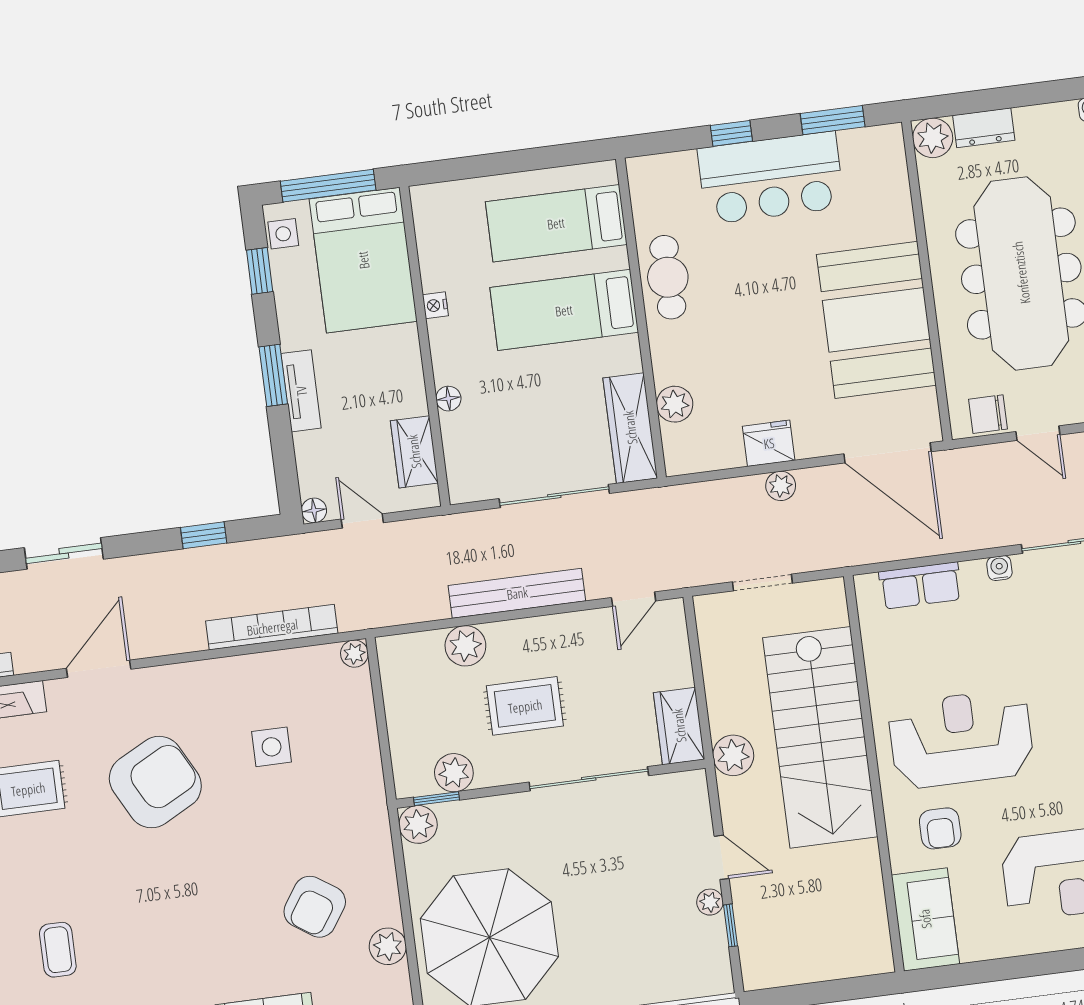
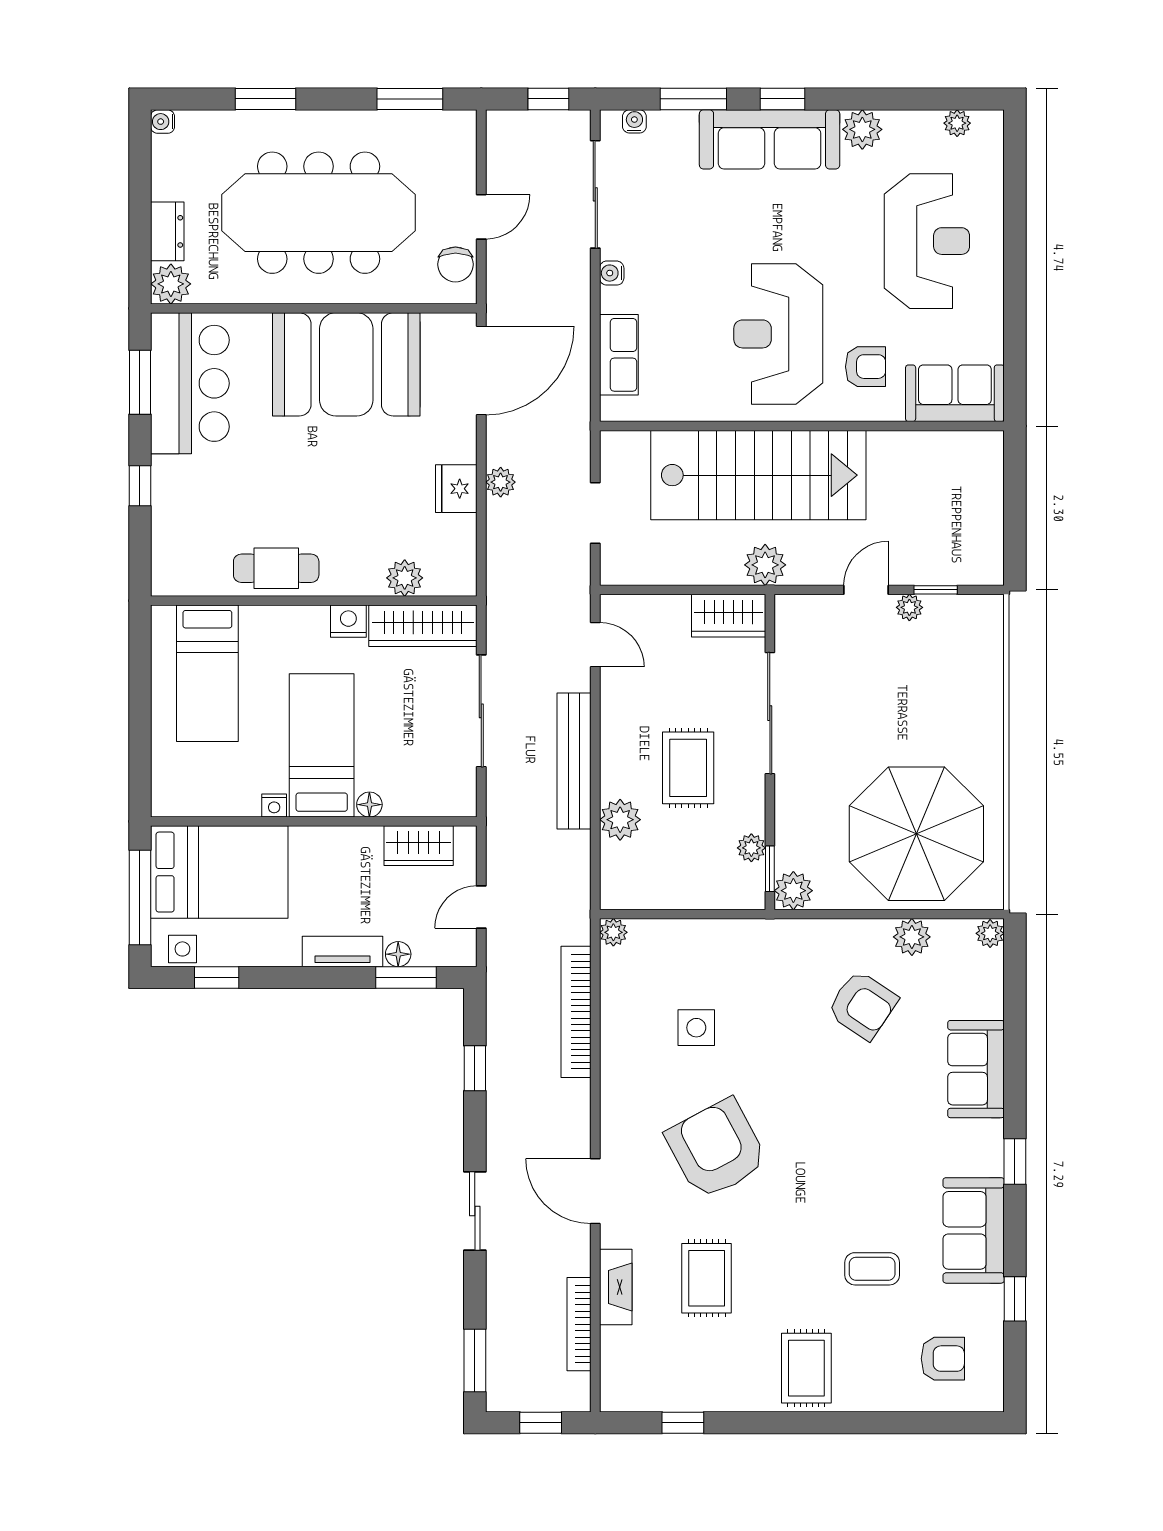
bar counter: (771, 178) -> (190, 383), moved
bed: (564, 310) -> (322, 745), moved, turned 180
nightstand: (625, 355) -> (348, 621), added
window: (273, 375) -> (406, 977), moved
floor lamp: (314, 510) -> (398, 954), moved
plant: (454, 773) -> (751, 848), width x0.73, depth x0.73

